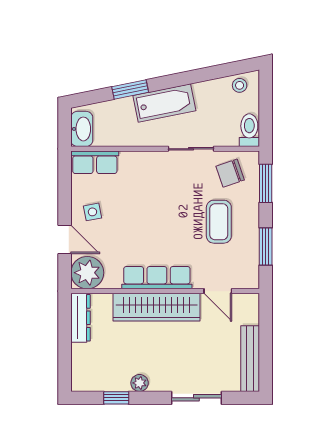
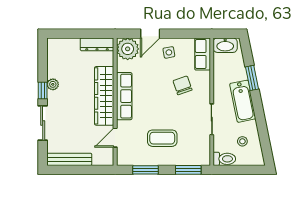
stool: (240, 85) -> (242, 141), moved
chair: (230, 173) -> (182, 85), moved
window: (116, 398) -> (43, 90), moved

